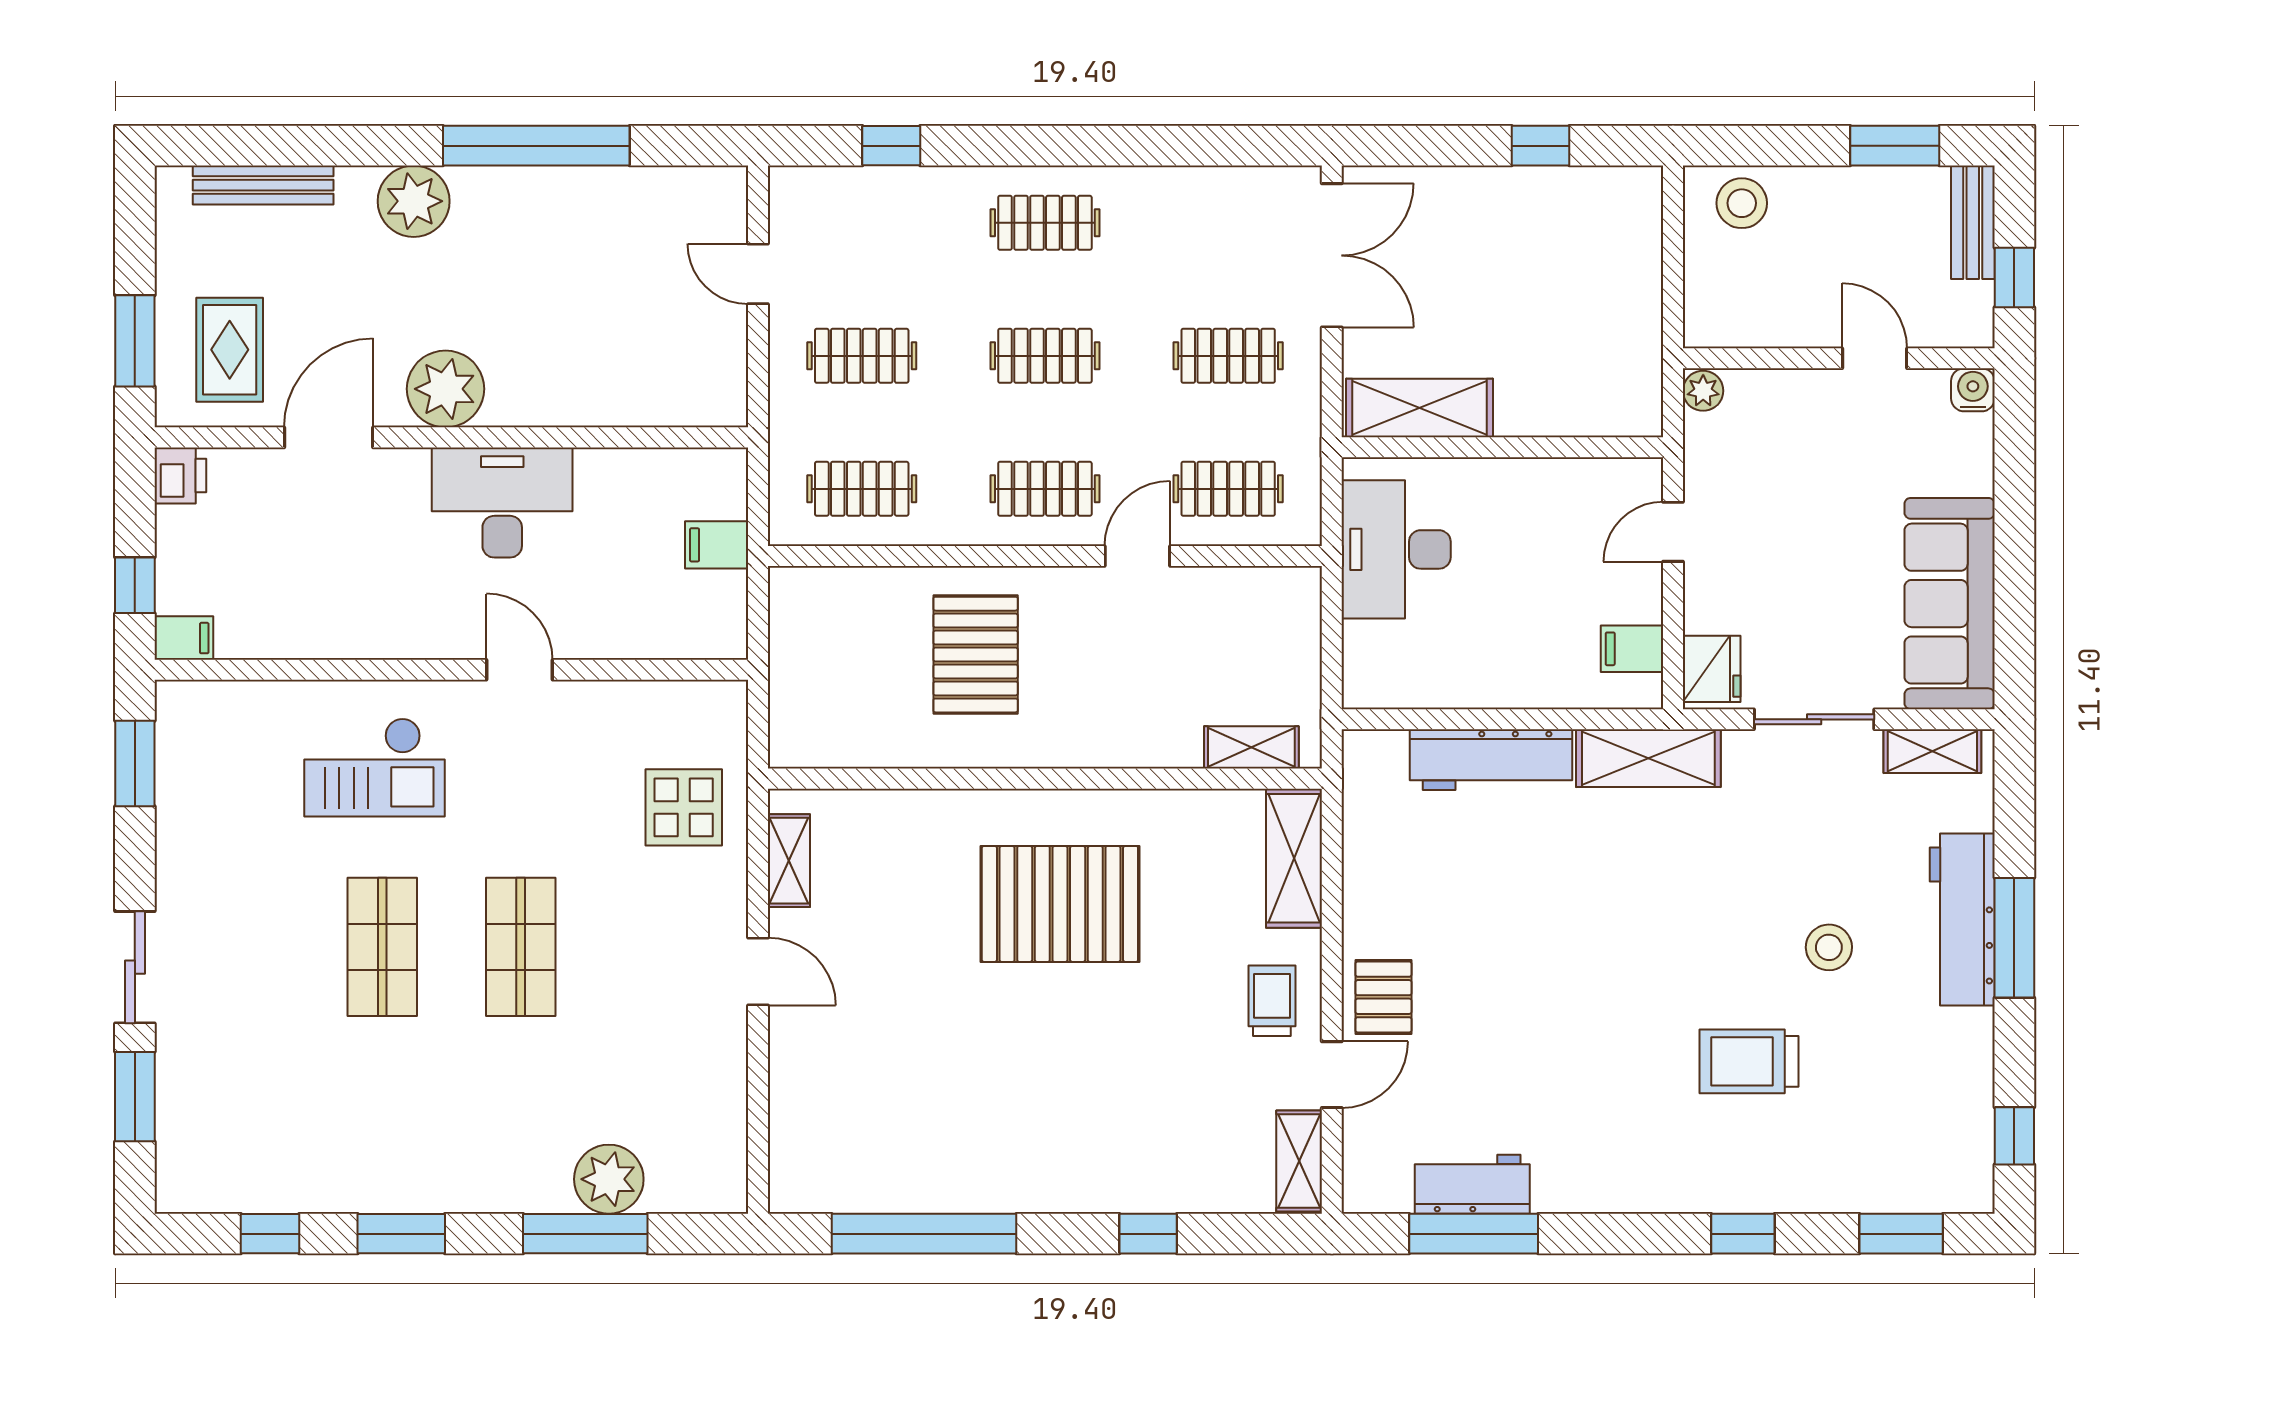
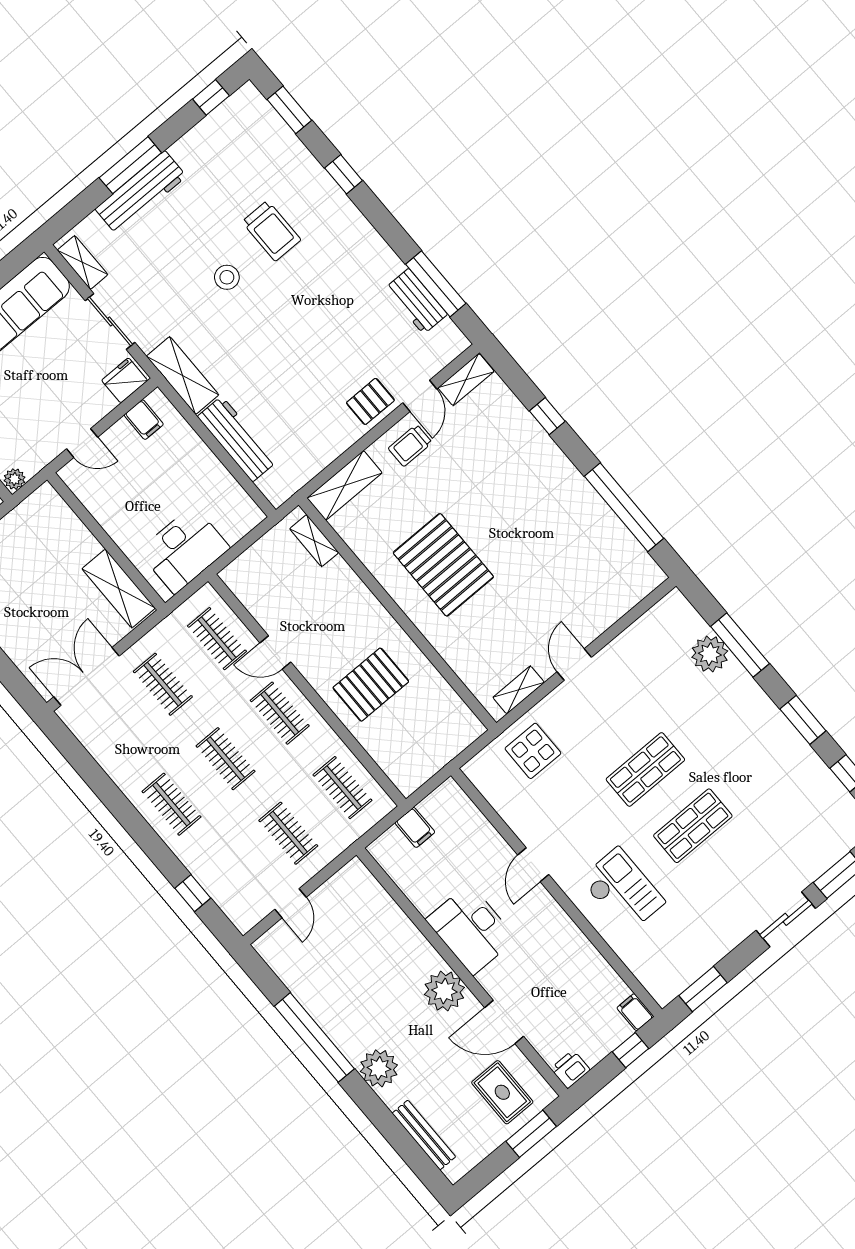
rug: (230, 350) -> (502, 1092), turned 90
stool: (1829, 947) -> (227, 277), moved
door: (1332, 1075) -> (420, 396), swing flipped

